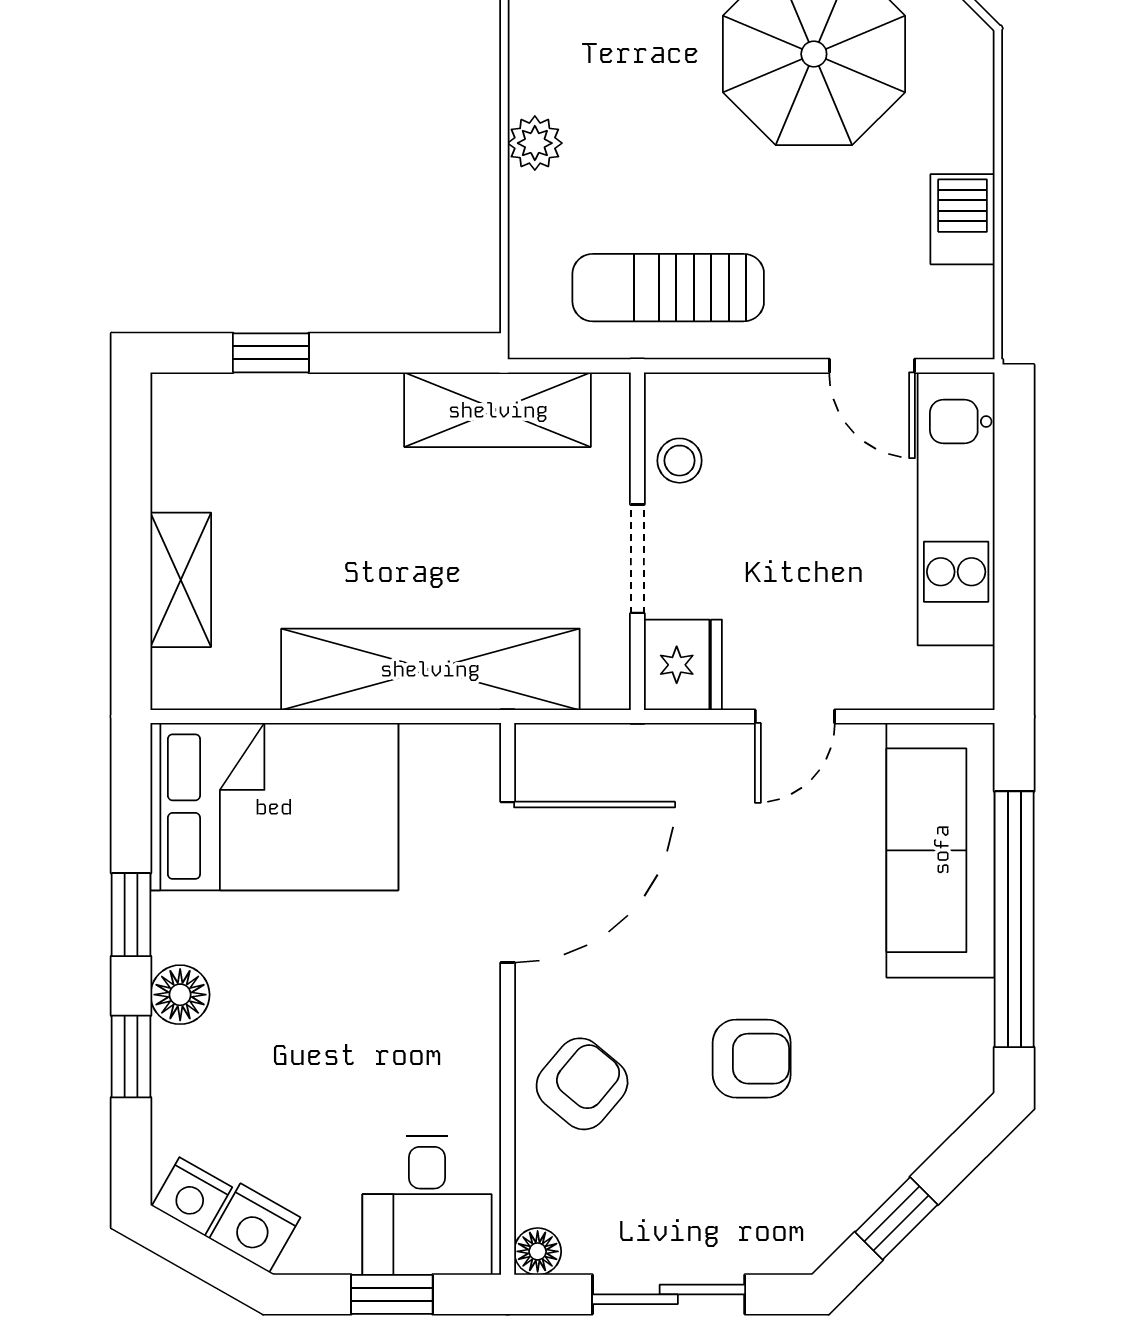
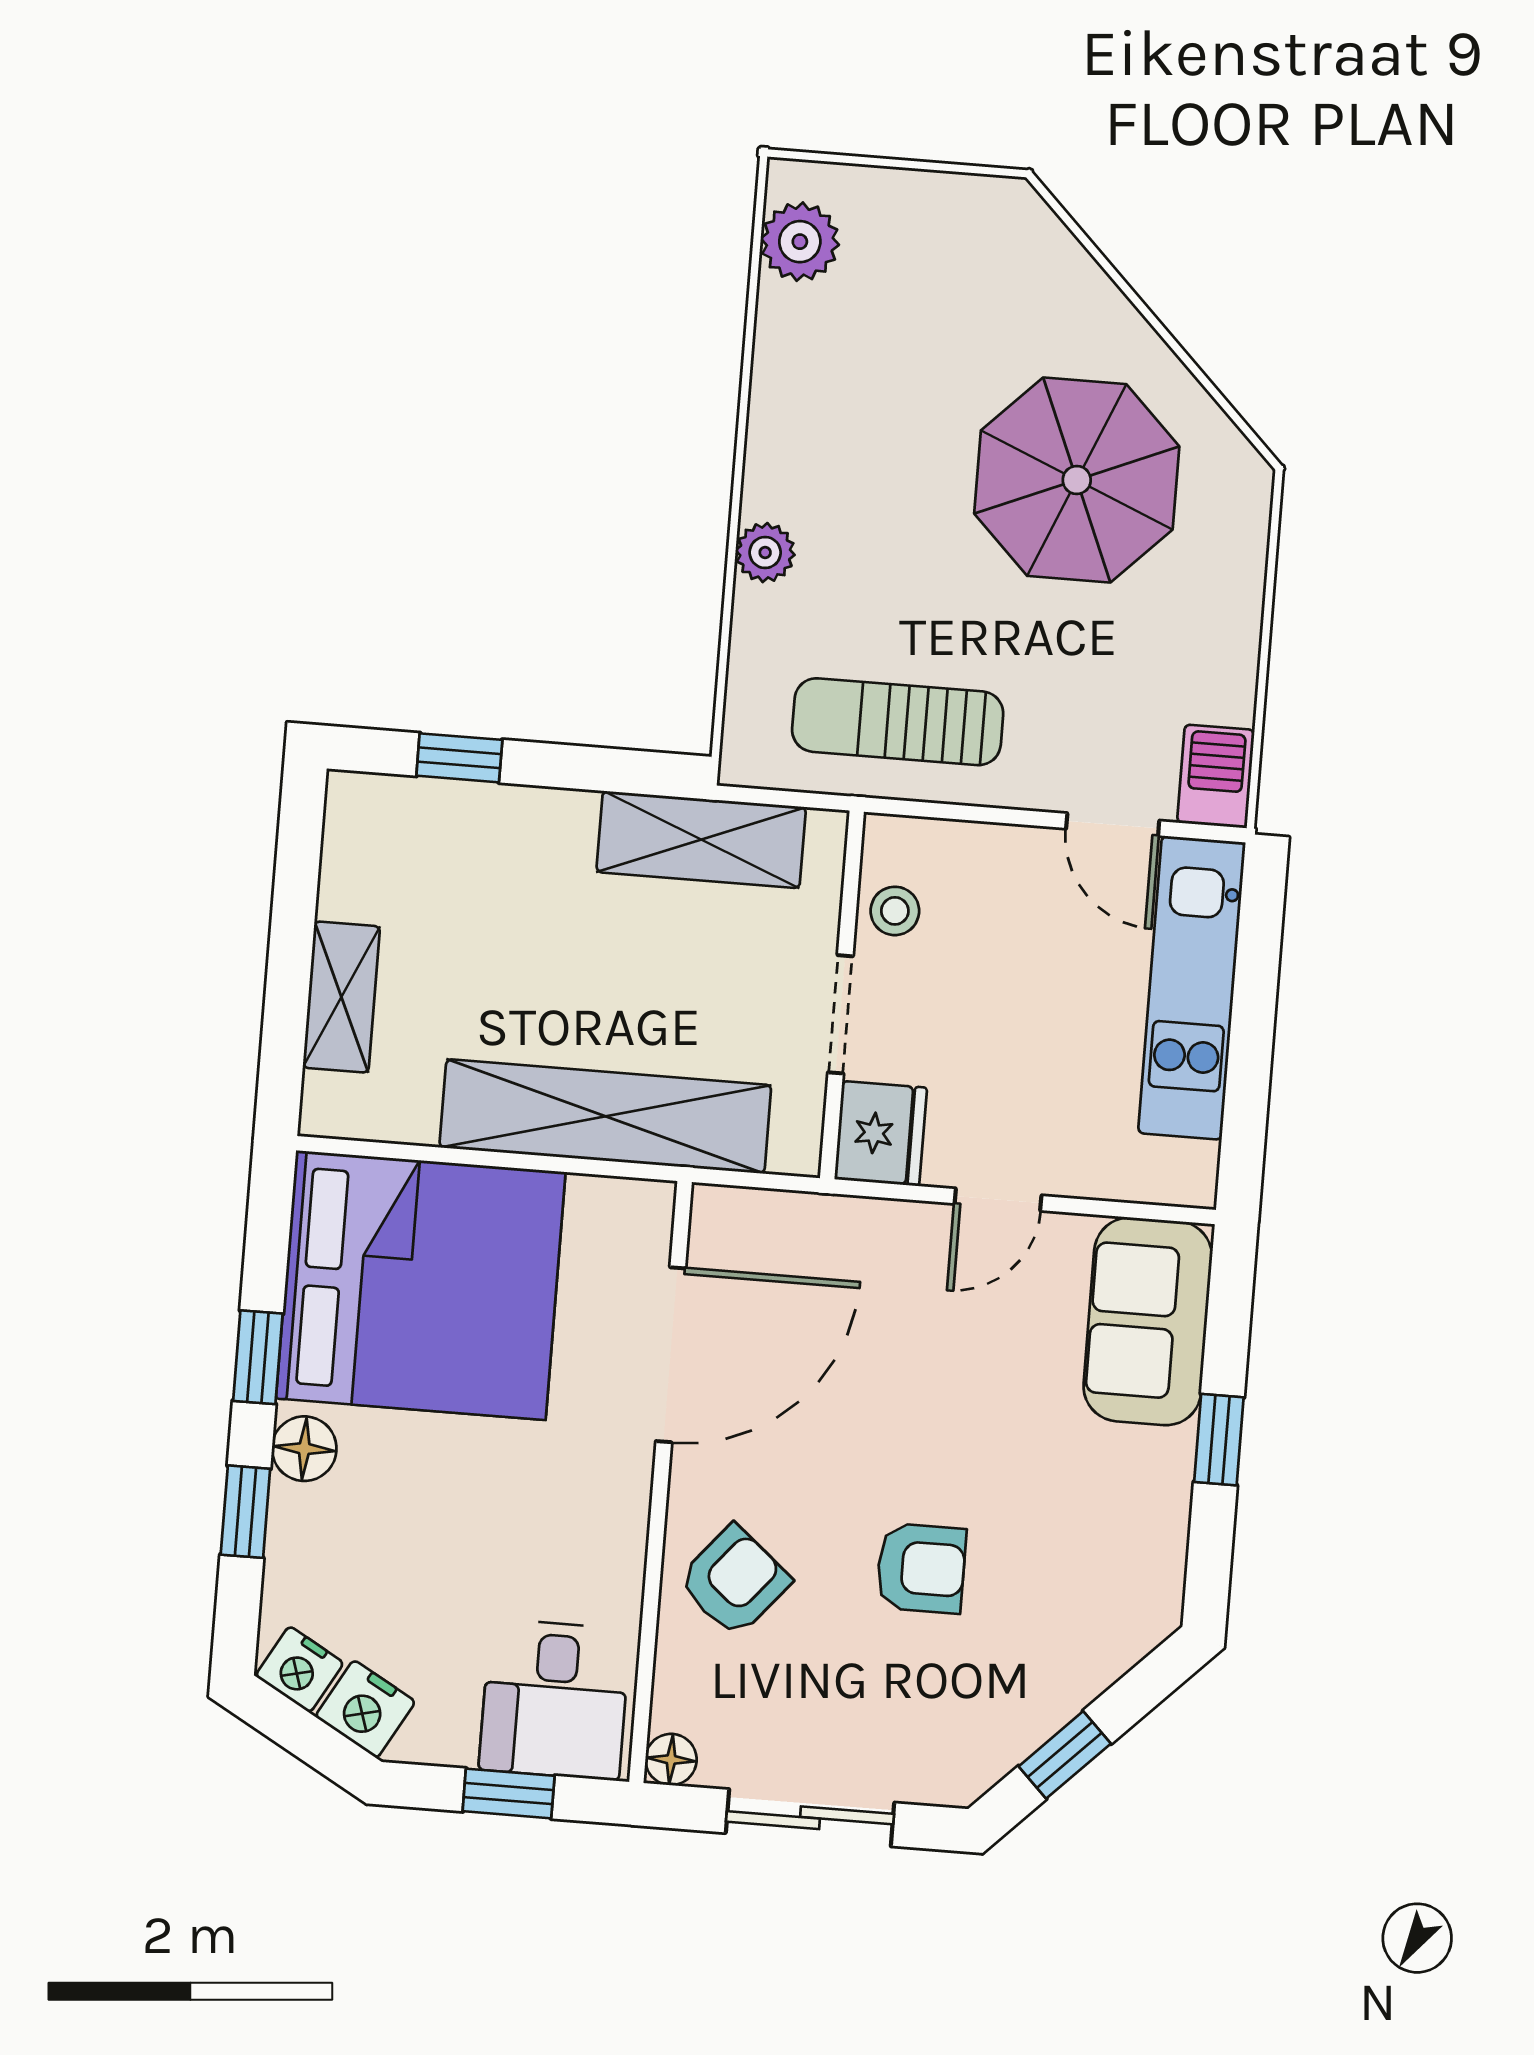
barbecue: (963, 219) -> (1216, 776), moved
bed: (274, 807) -> (421, 1285), width x1.36
sofa: (941, 850) -> (1148, 1321), width x0.73
window: (1014, 919) -> (1219, 1440), width x0.32

